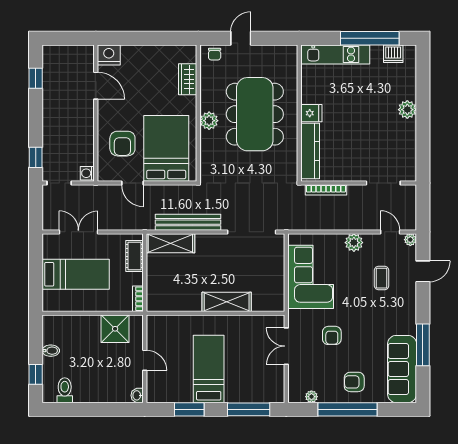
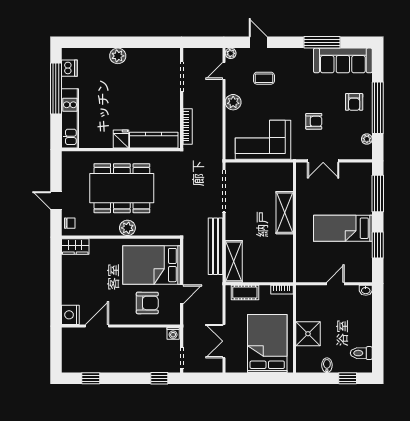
wardrobe: (188, 79) -> (75, 246), moved
bed: (76, 274) -> (267, 344), width x1.50
shower: (115, 329) -> (308, 334), moved

